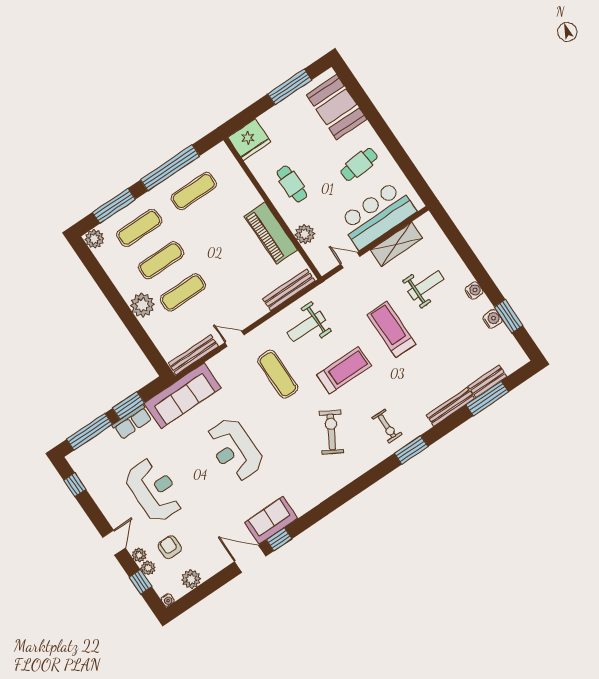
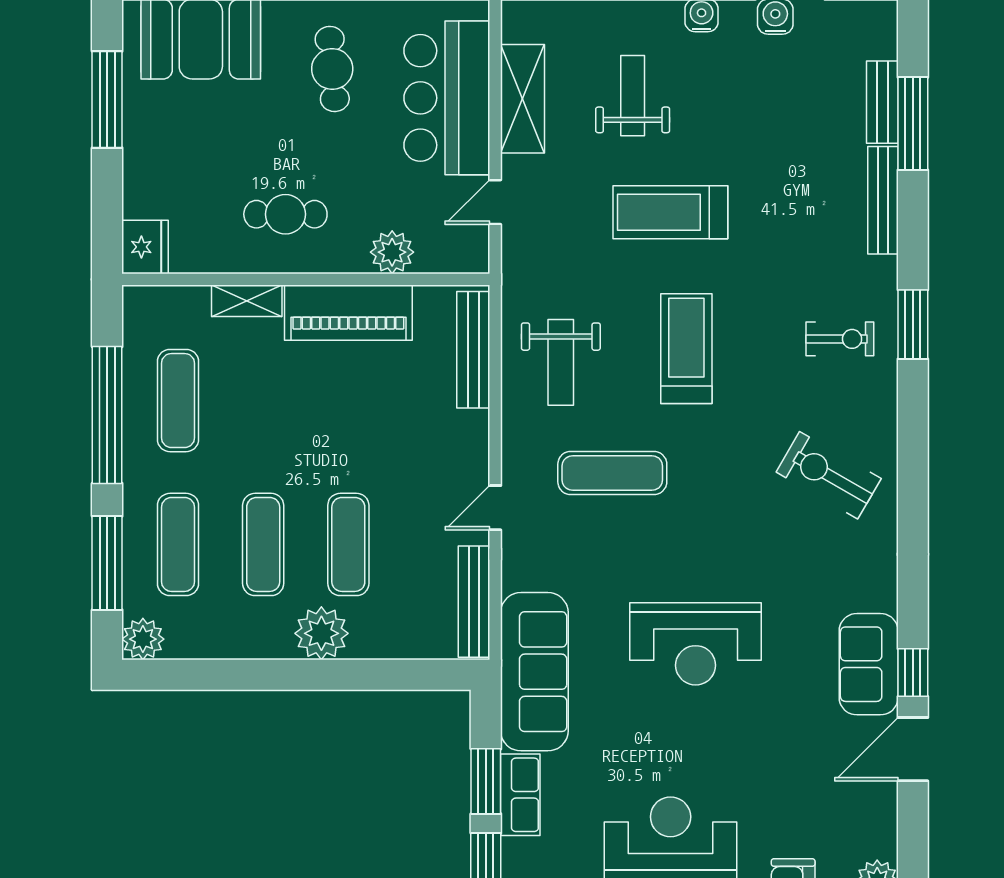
fridge: (249, 140) -> (145, 247), width x0.73, depth x0.75
shelving: (249, 191) -> (247, 301), added
exercise bike: (331, 432) -> (829, 475), moved

